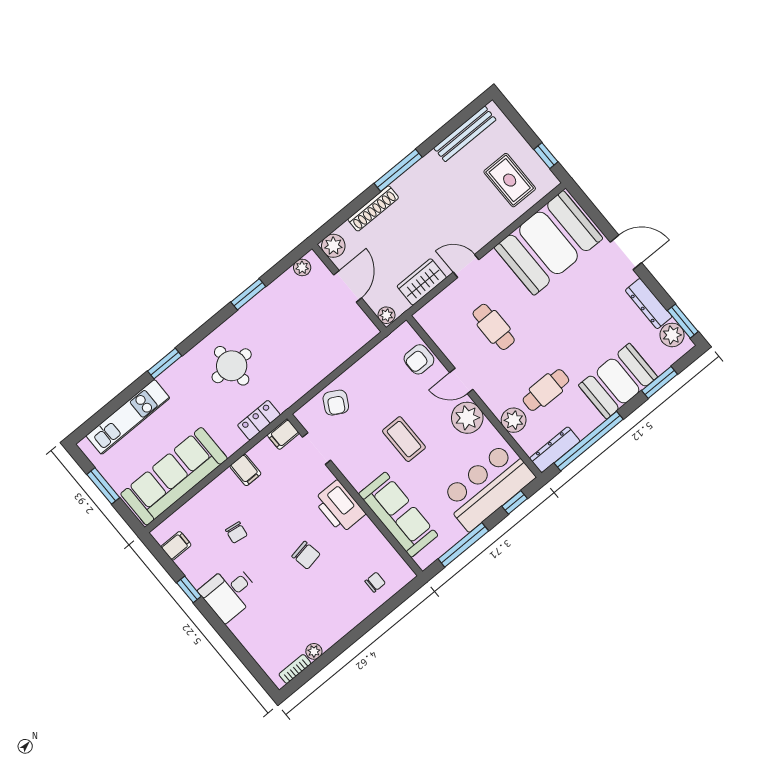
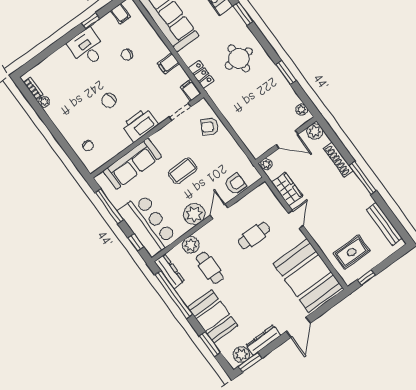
armchair: (419, 359) -> (235, 184), turned 90

